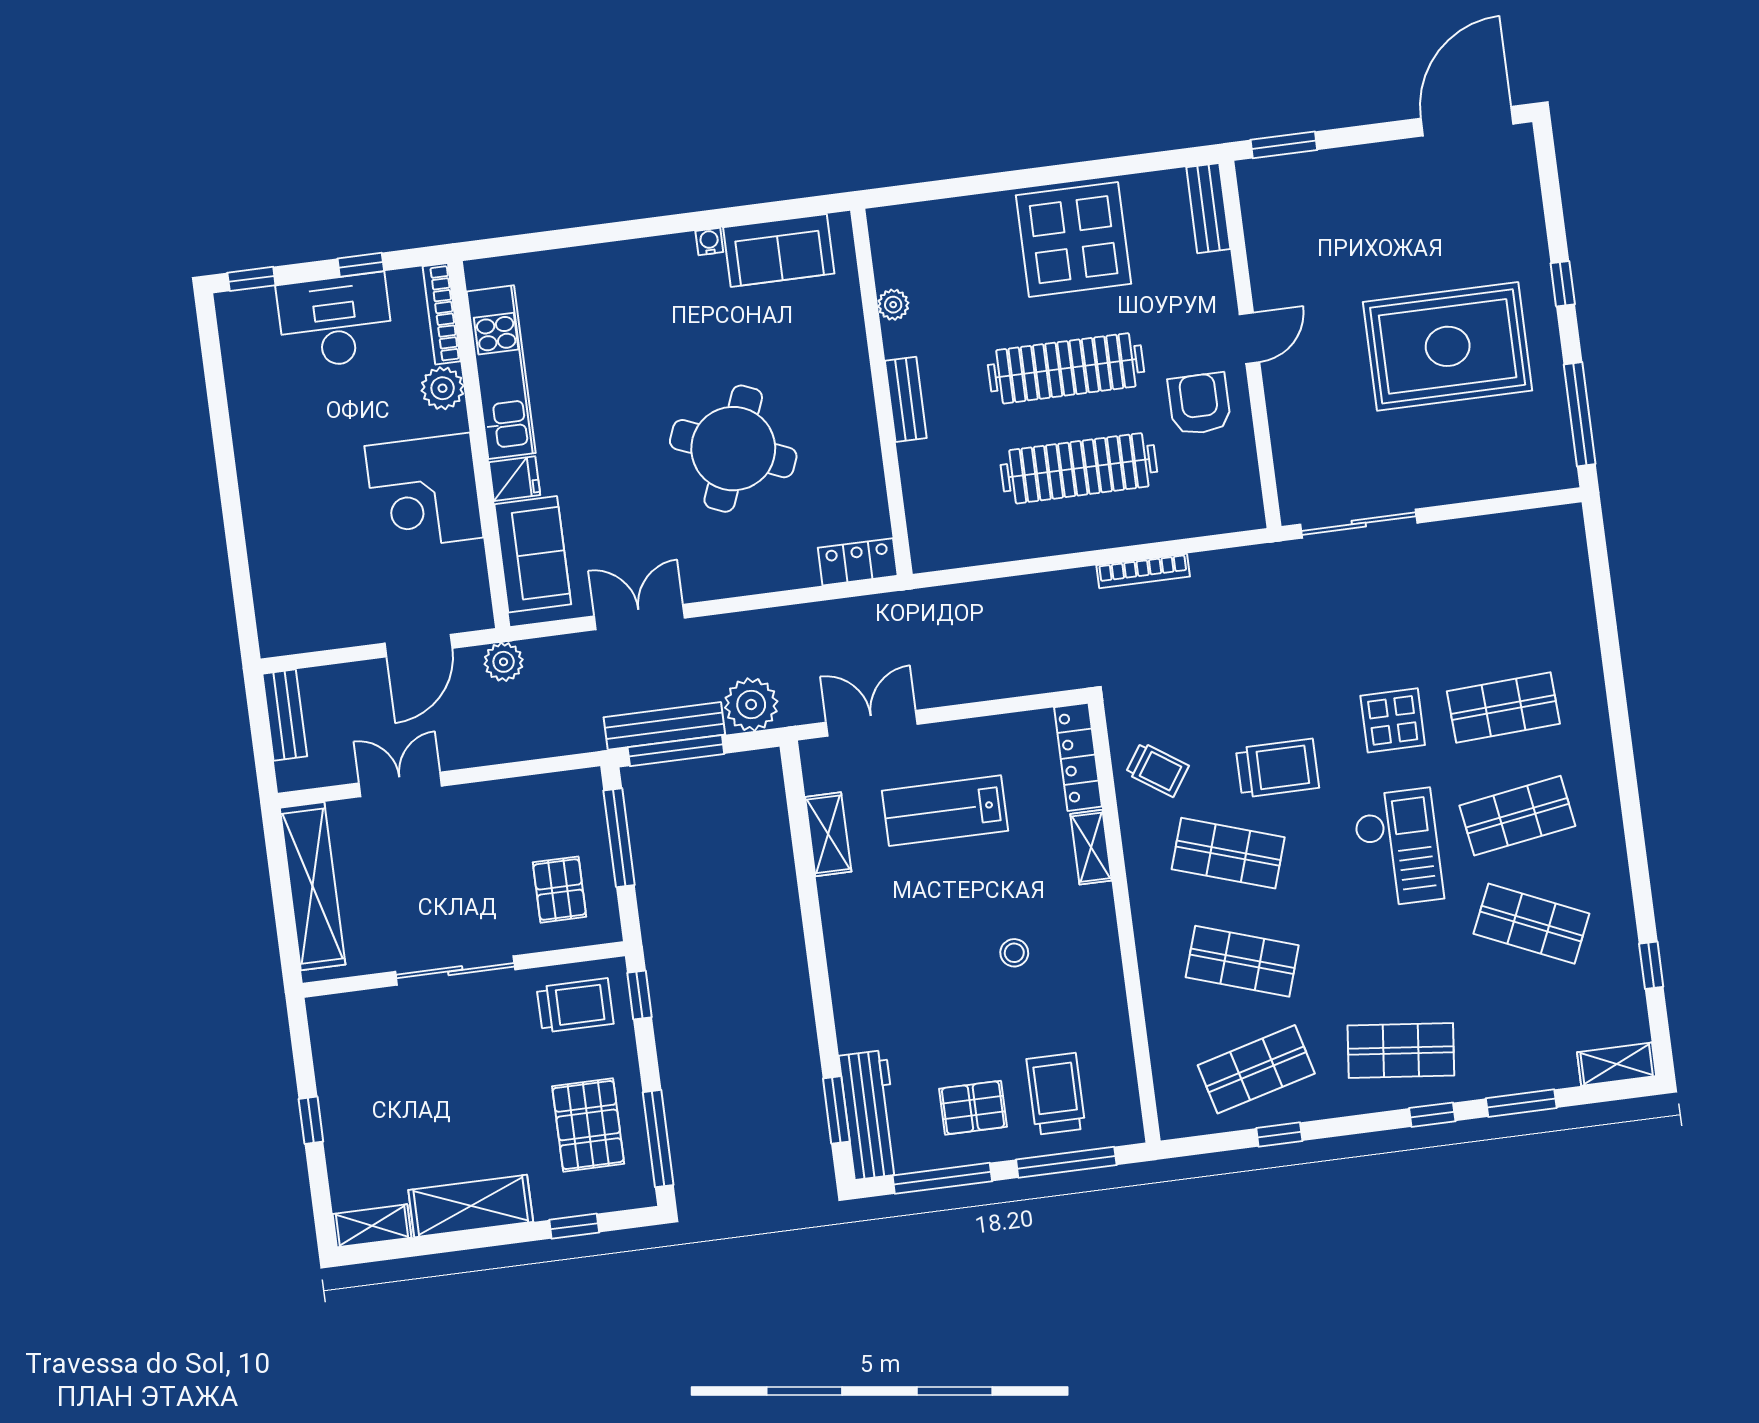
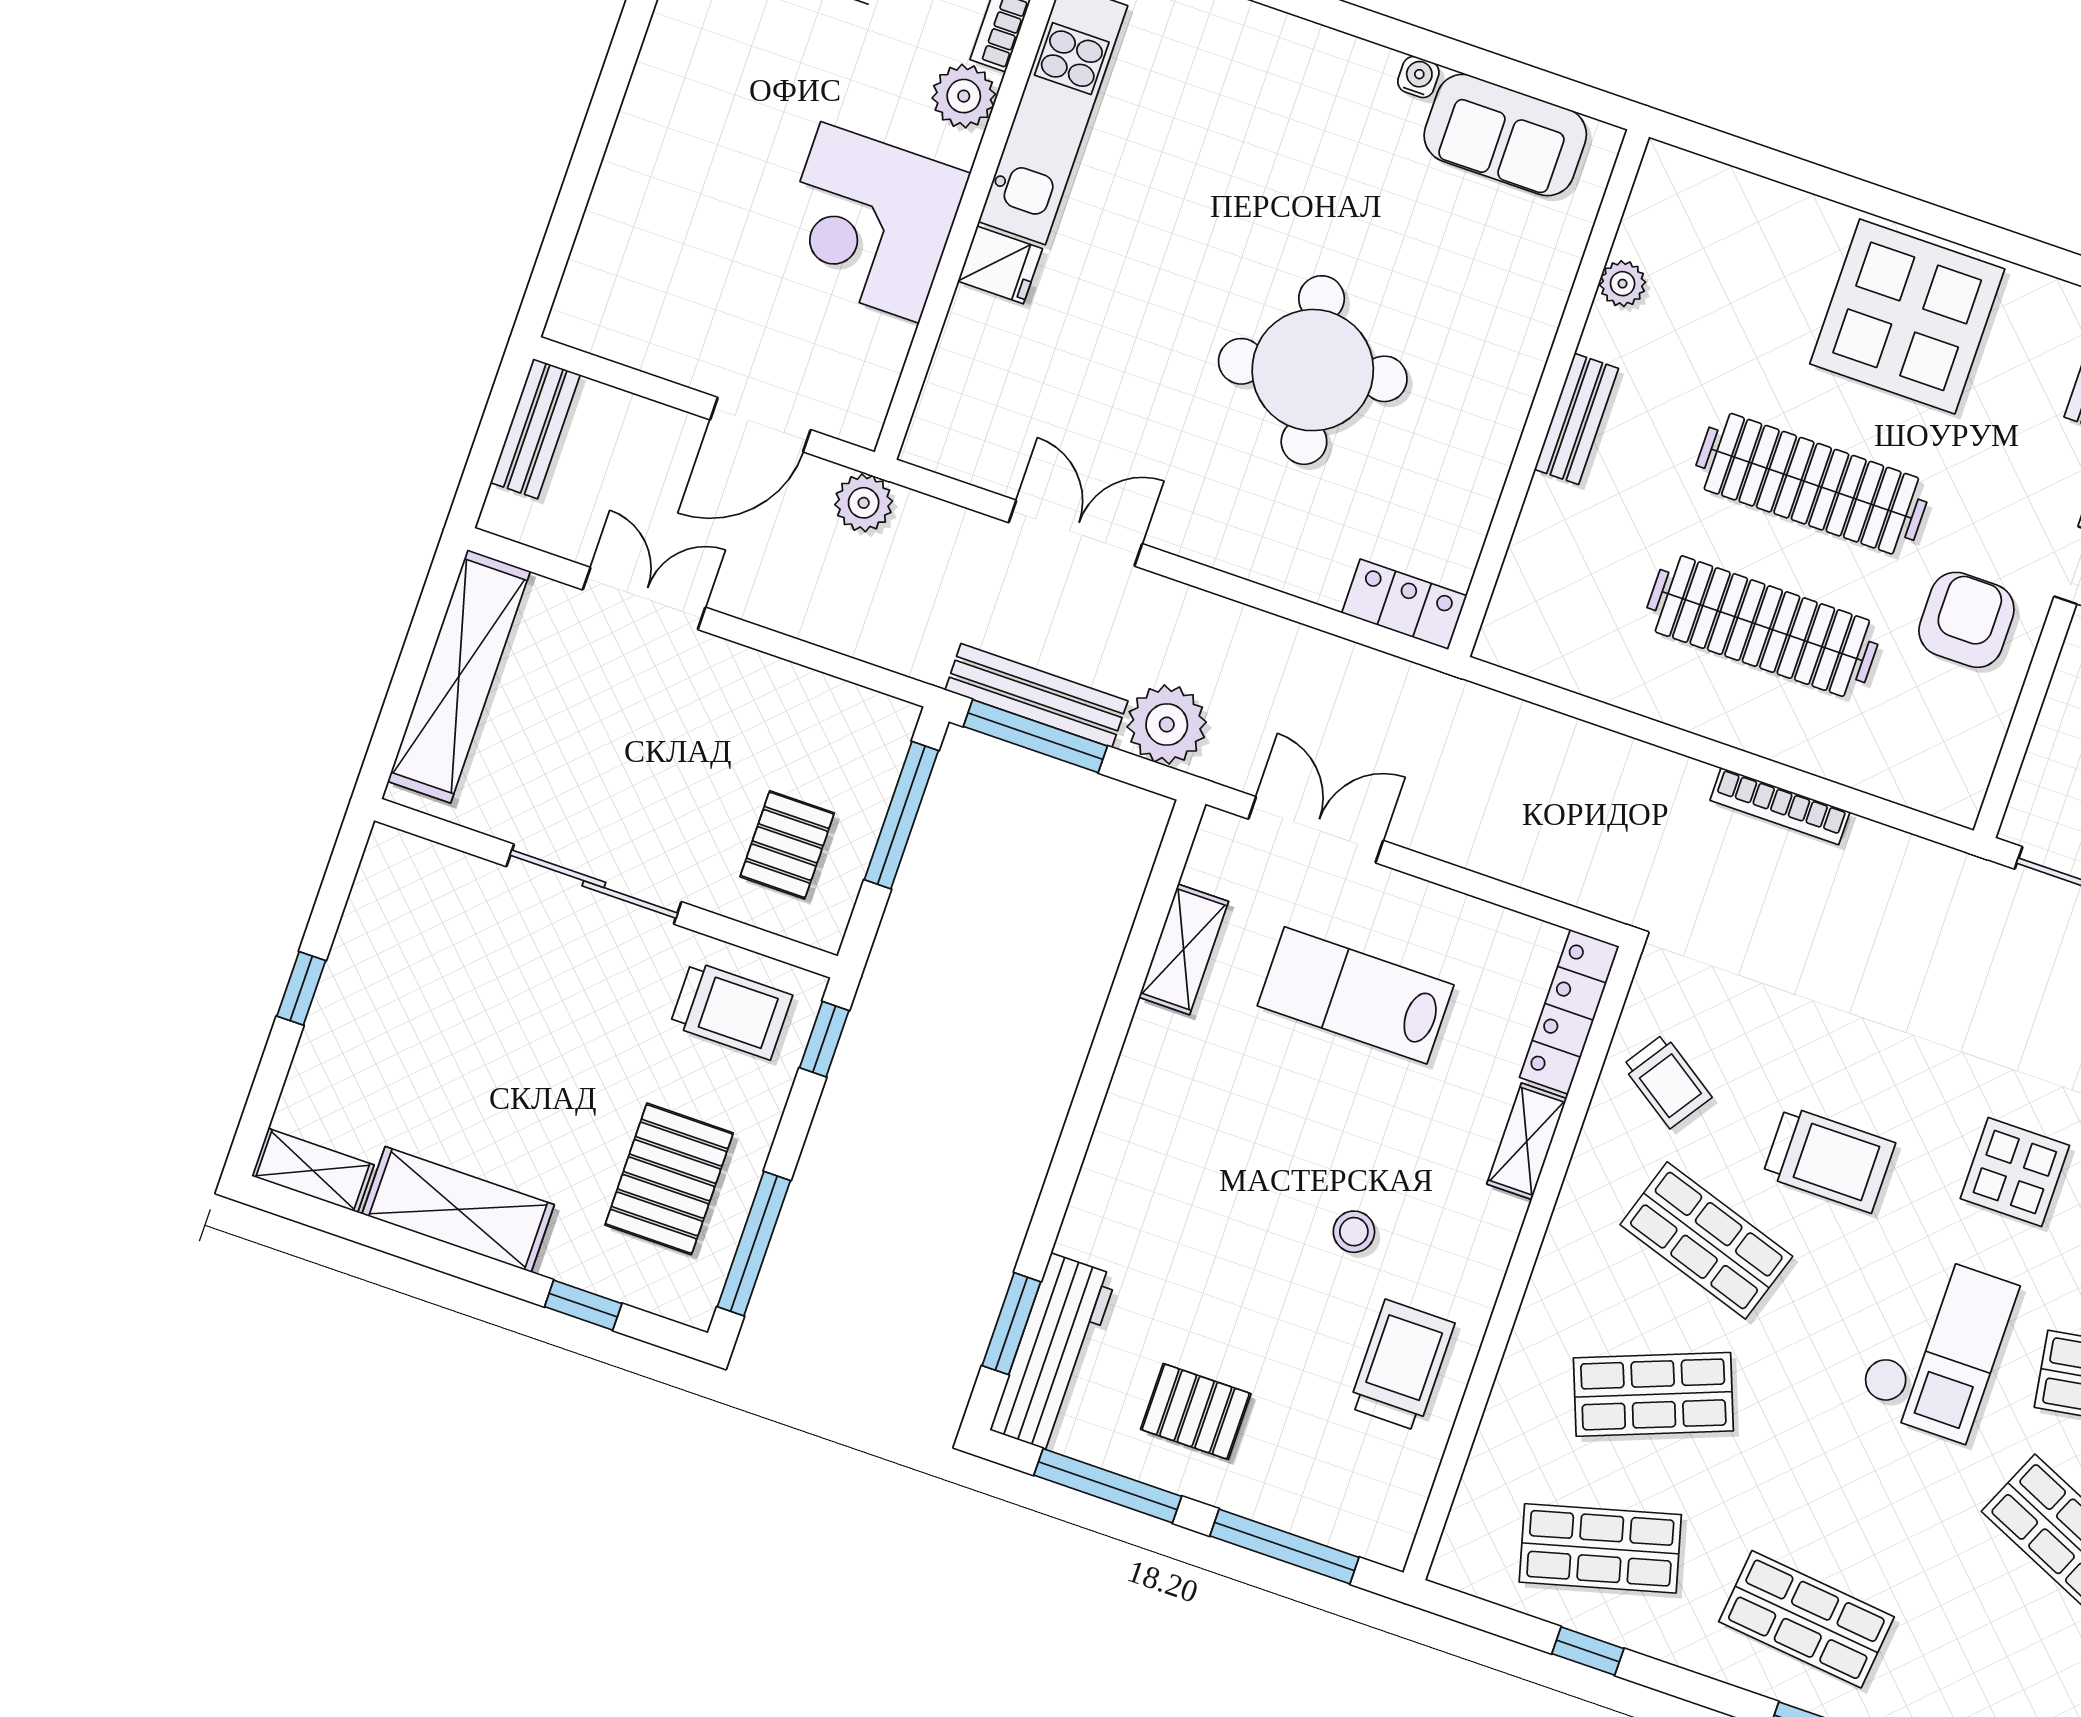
round table: (733, 449) -> (1313, 370), turned -34
sofa: (533, 554) -> (974, 378), removed
shop shelf: (1242, 961) -> (1653, 1394), turned -39
trolley: (1056, 1094) -> (1401, 1365), moved

